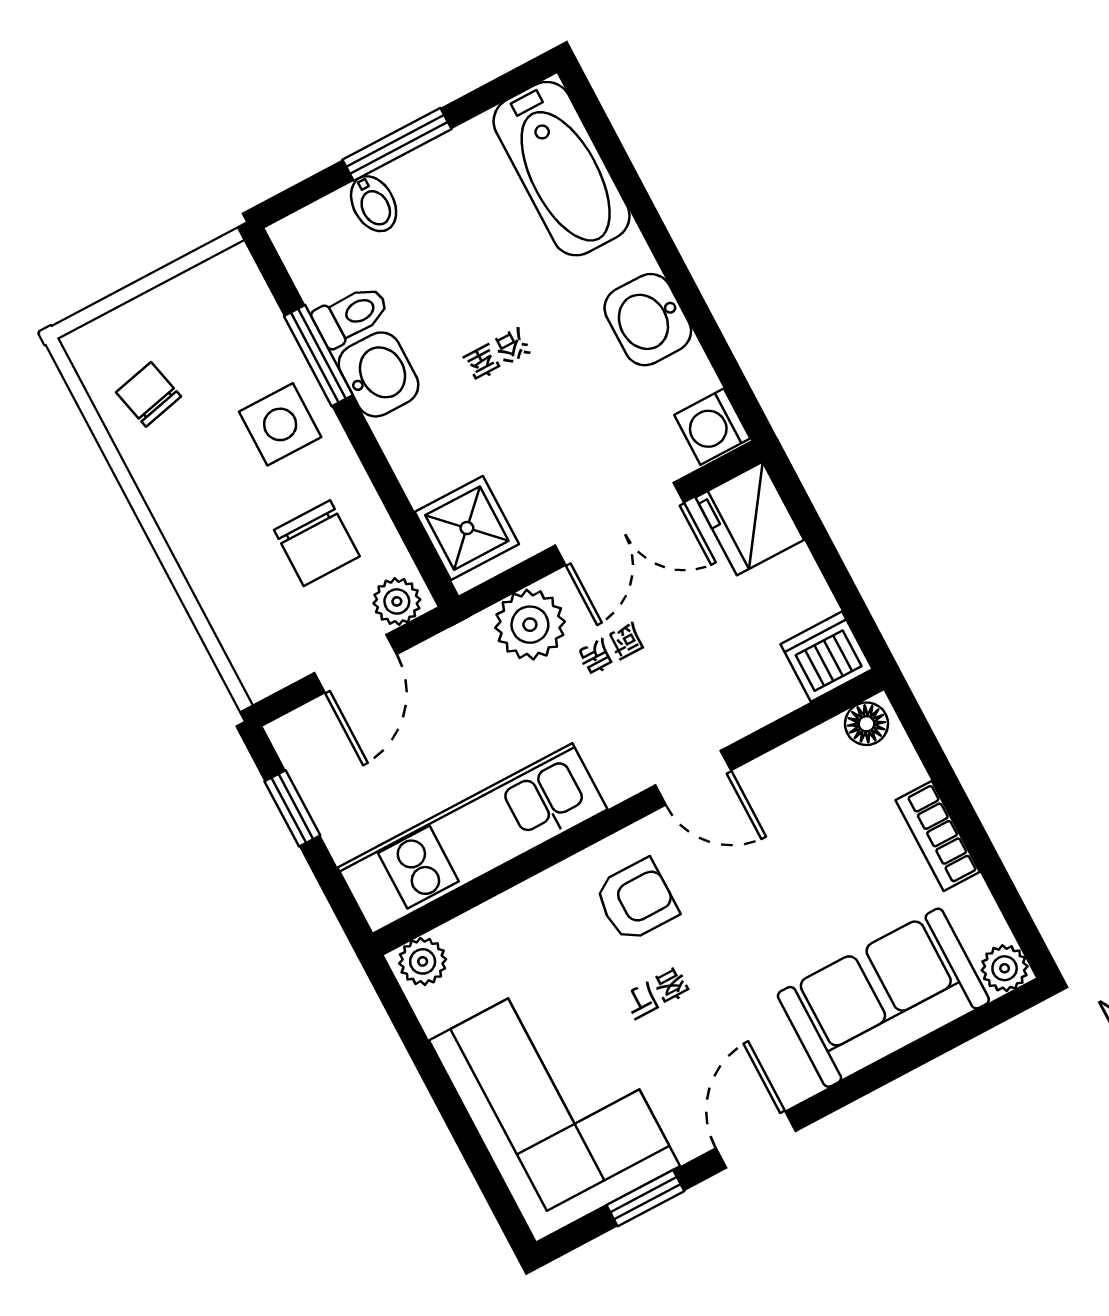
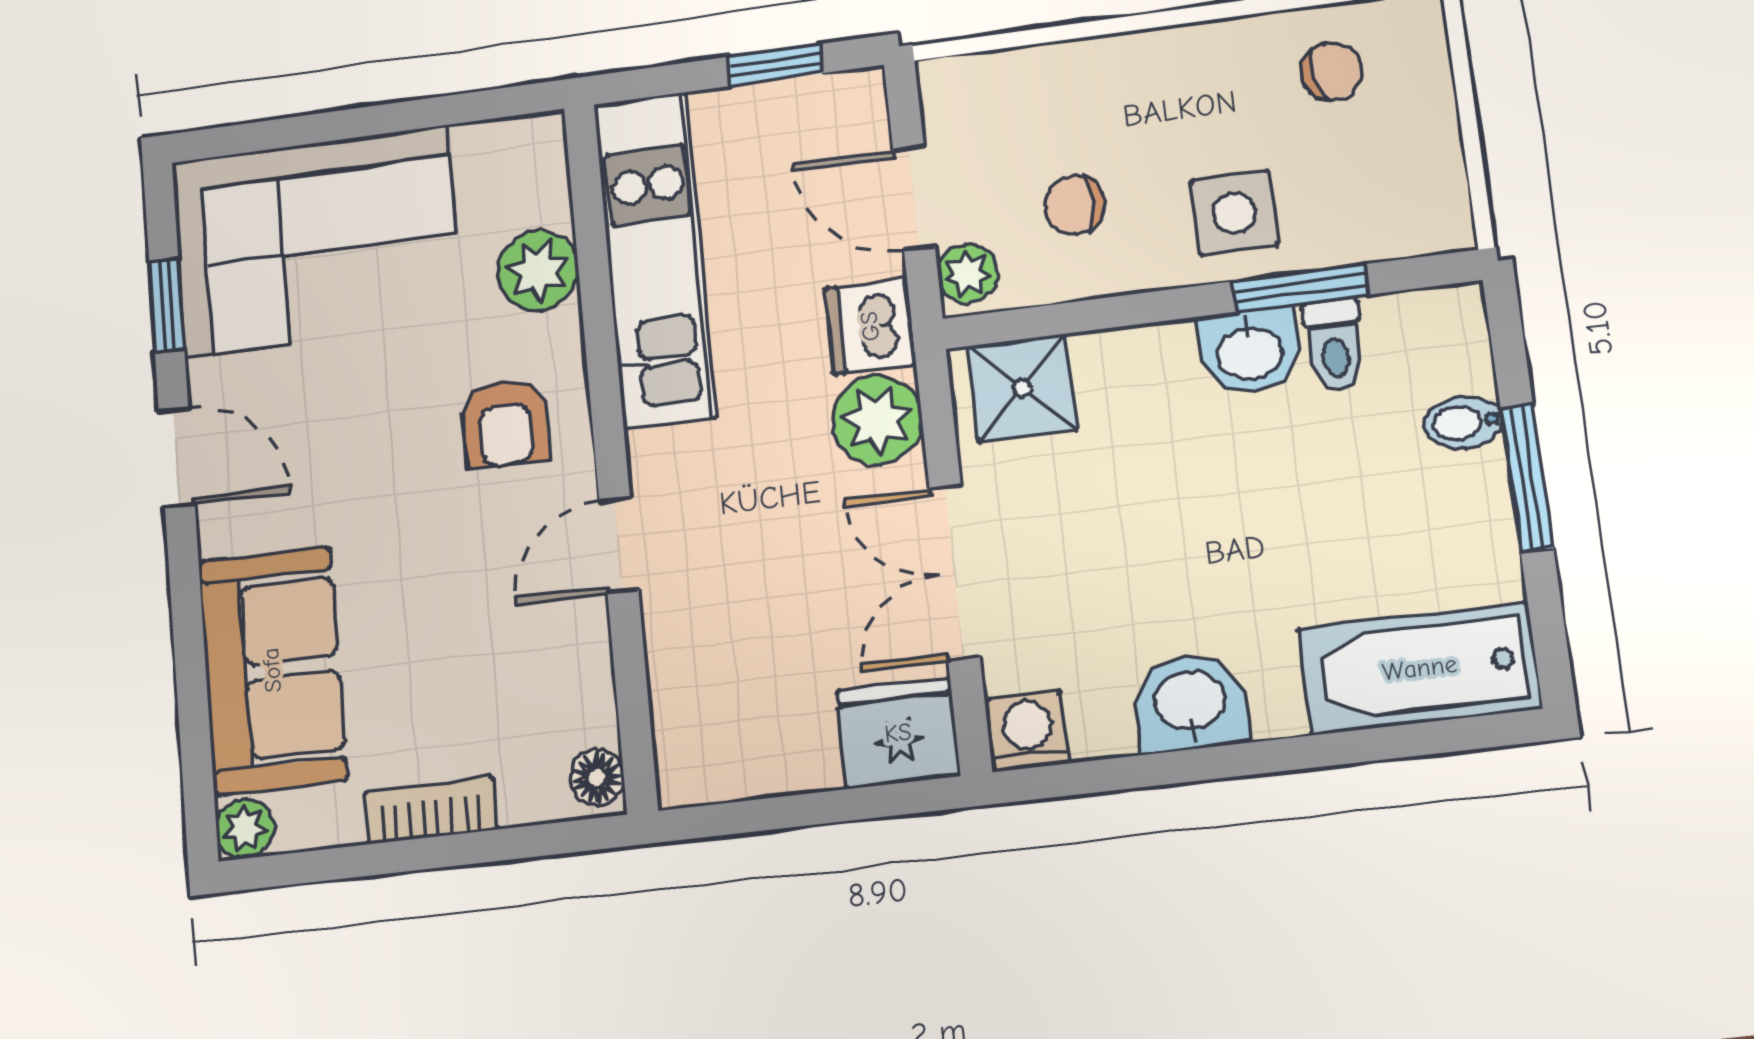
chair: (317, 543) -> (1075, 205), width x0.73, depth x0.73
dishwasher: (826, 657) -> (870, 326), moved, turned 180
plant: (423, 961) -> (538, 271), moved, width x1.38, depth x1.38

